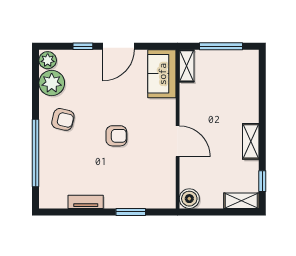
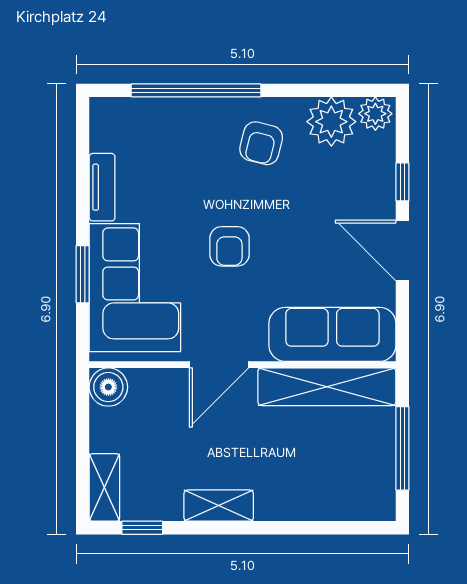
shelving: (187, 66) -> (327, 387), width x2.20, depth x1.33
sofa: (162, 74) -> (332, 334), width x1.36
corner sofa: (138, 185) -> (135, 288), added

